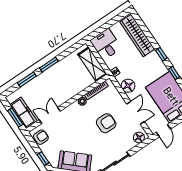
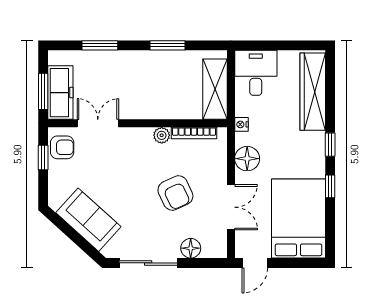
window: (49, 65) -> (168, 45), moved
armchair: (106, 123) -> (175, 193), turned 65
floor lamp: (139, 137) -> (191, 248), moved
window: (43, 159) -> (43, 157), moved

